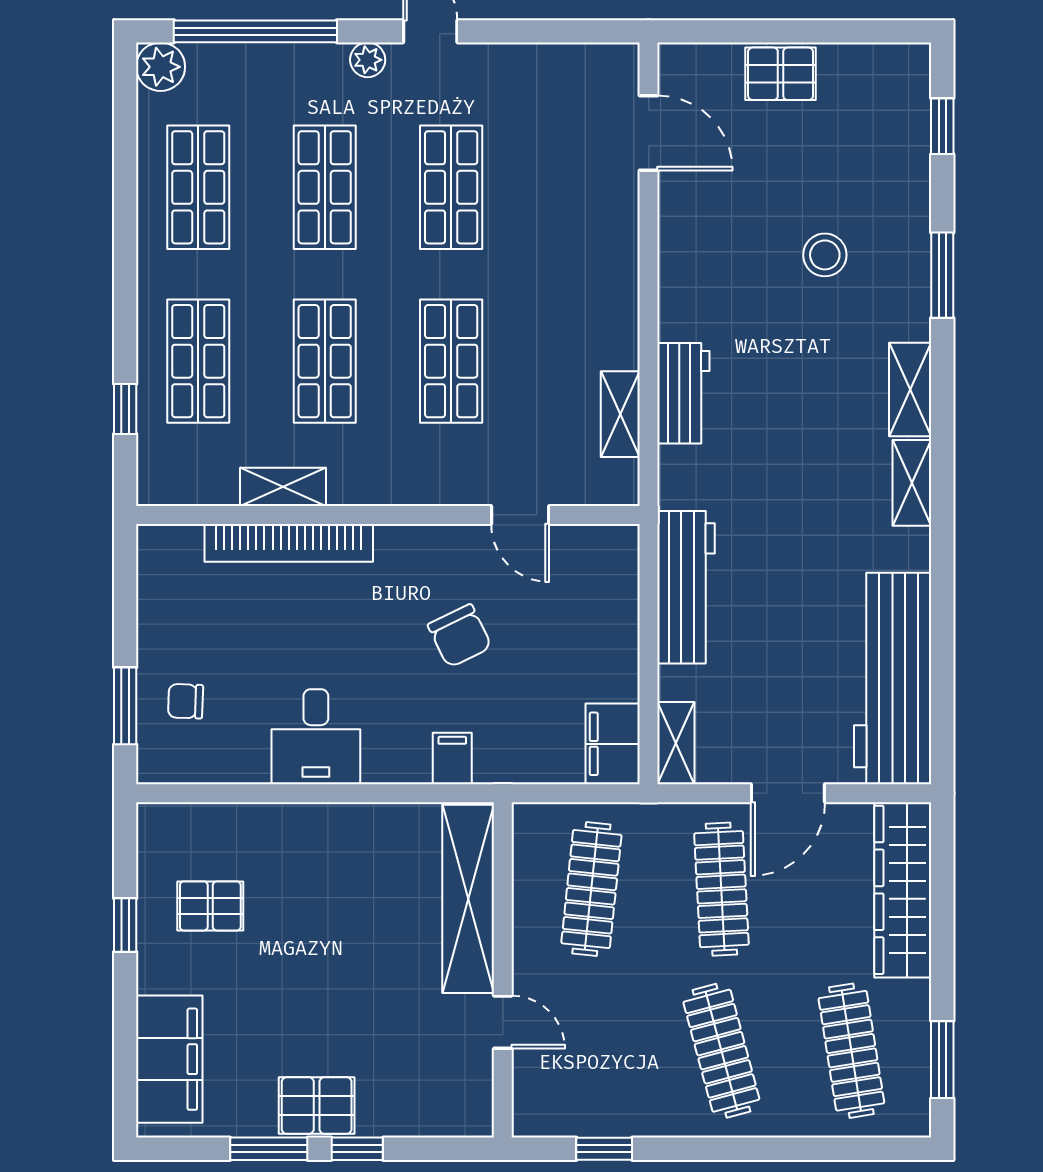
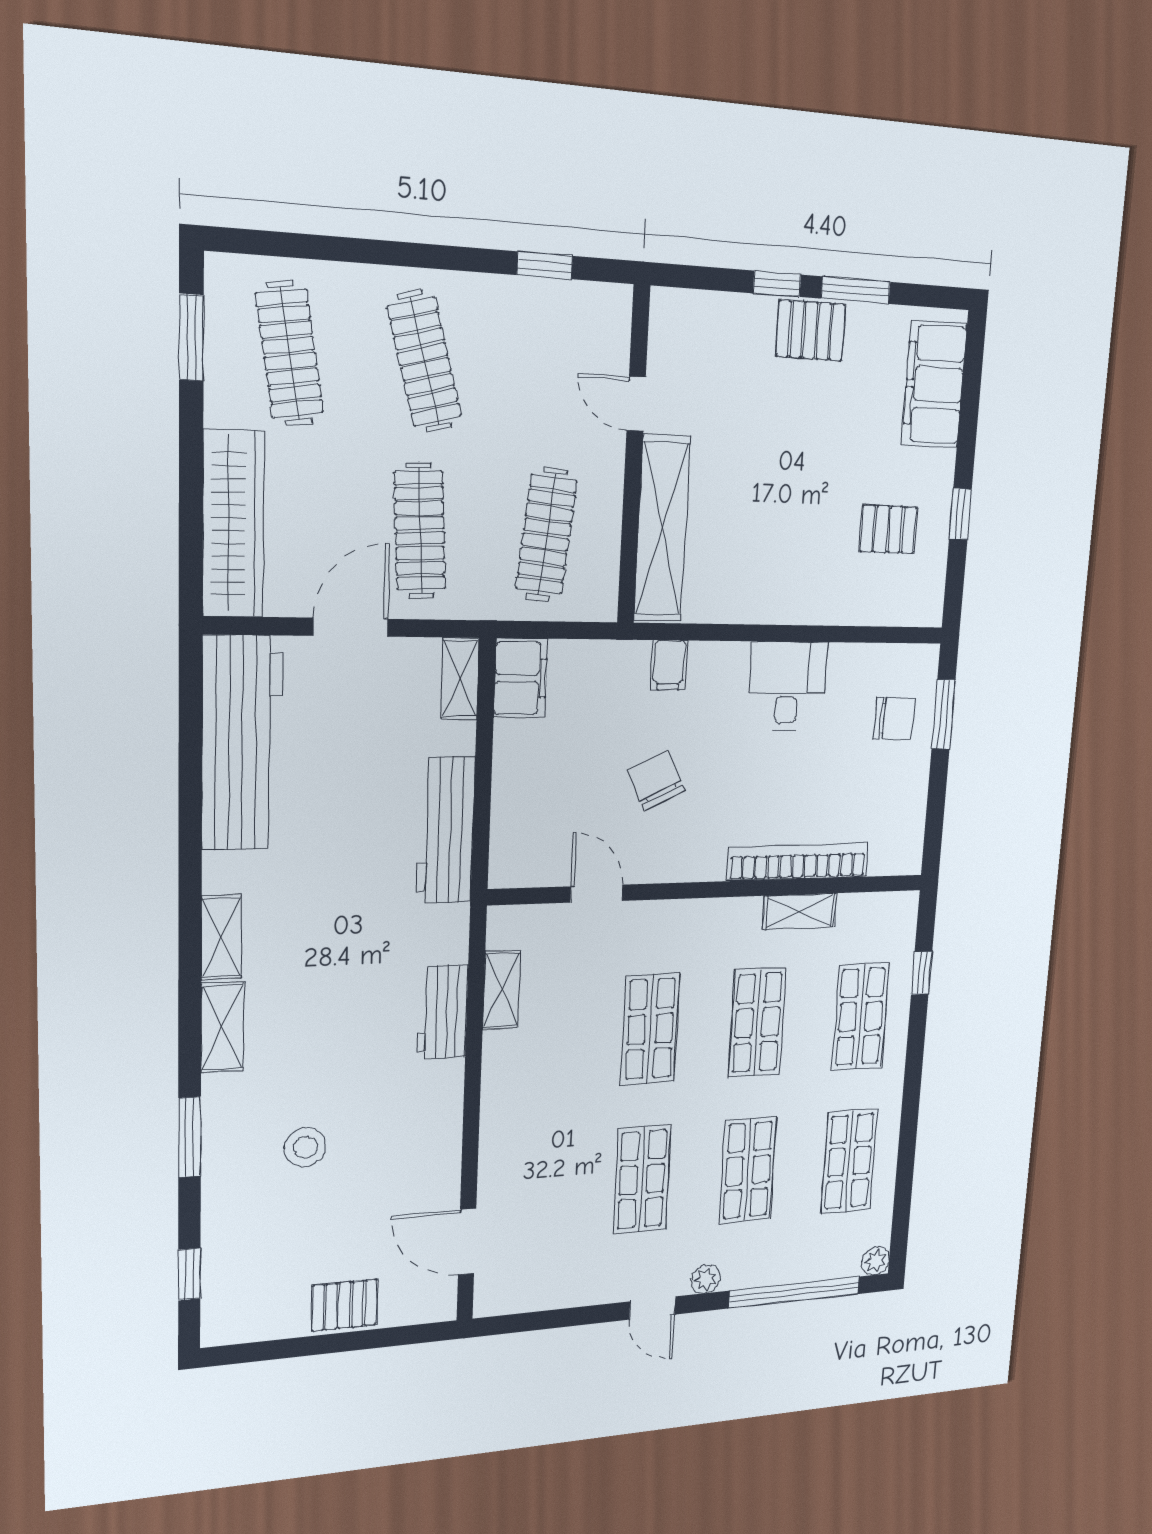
plant: (161, 67) -> (875, 1261), width x0.73, depth x0.73
chair: (186, 701) -> (894, 719), width x1.37, depth x1.37

